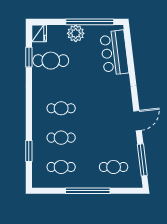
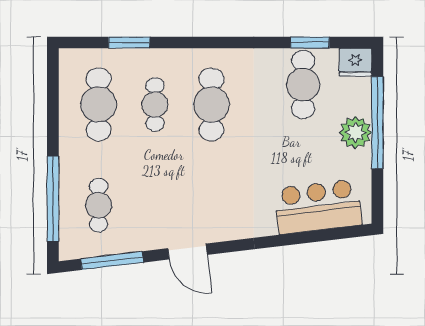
window: (90, 22) -> (377, 123), moved
cafe table: (61, 108) -> (211, 104), width x1.37, depth x1.35
cafe table: (61, 167) -> (99, 104), width x1.37, depth x1.35
window: (88, 191) -> (53, 199), moved

